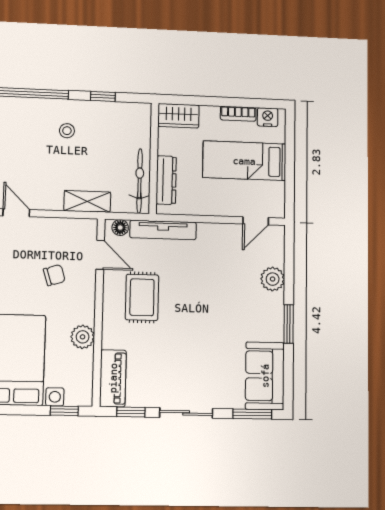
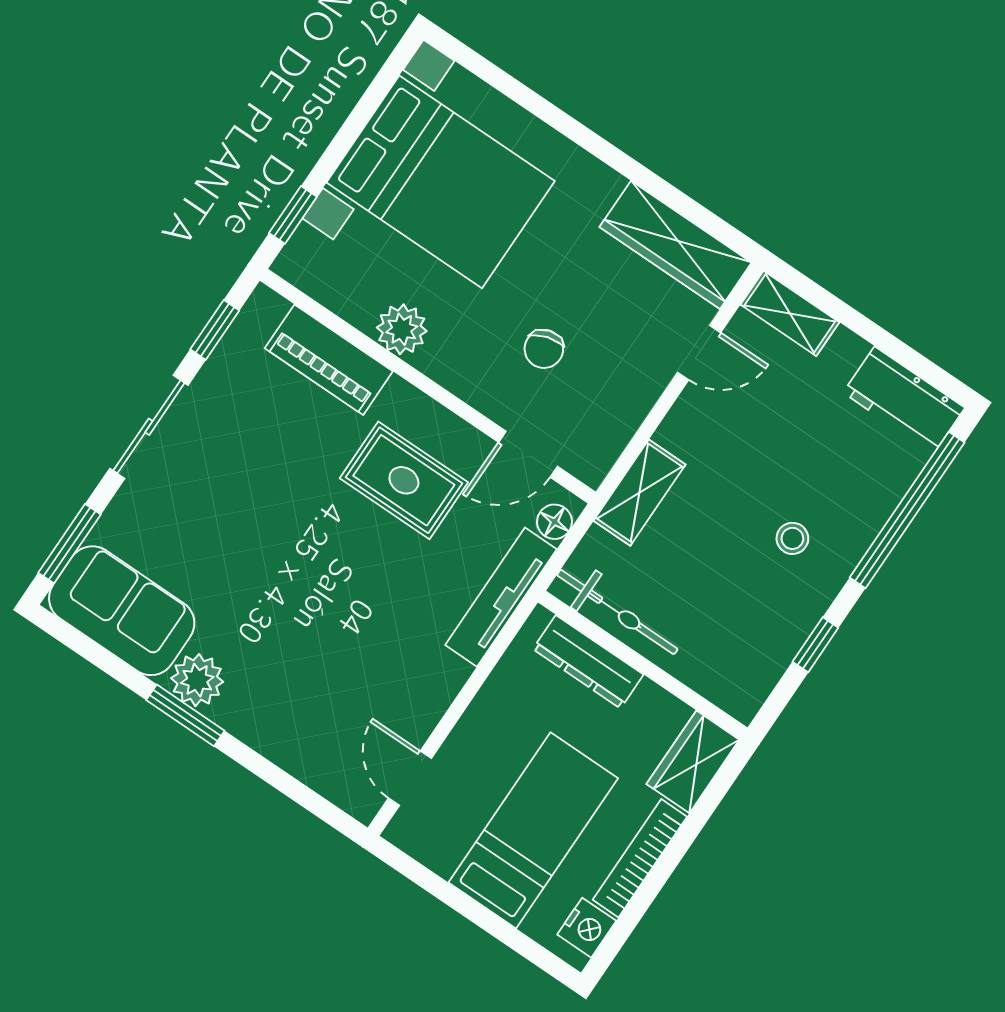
bookcase: (238, 114) -> (640, 858), width x1.56
plant: (273, 279) -> (197, 680), moved
piano: (113, 378) -> (329, 360), moved

